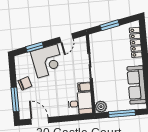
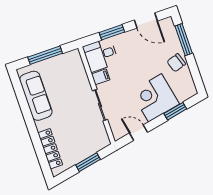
door: (66, 38) -> (139, 133), hinge flipped
plant: (101, 107) -> (74, 57), removed
window: (68, 118) -> (112, 32), added

